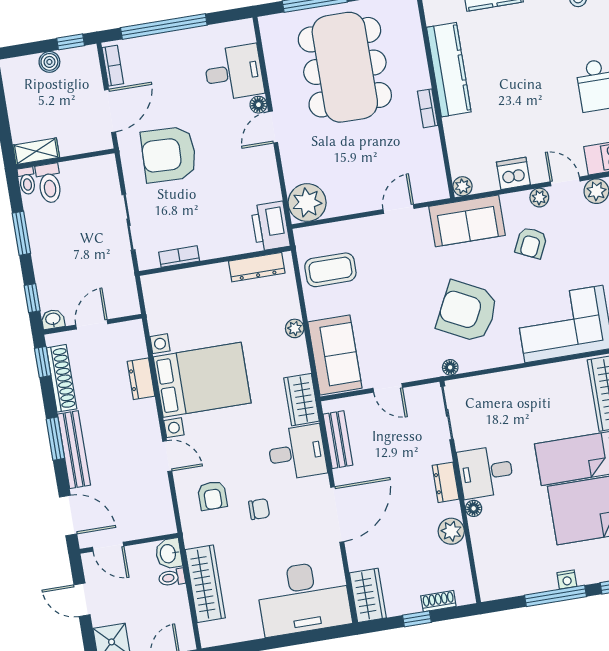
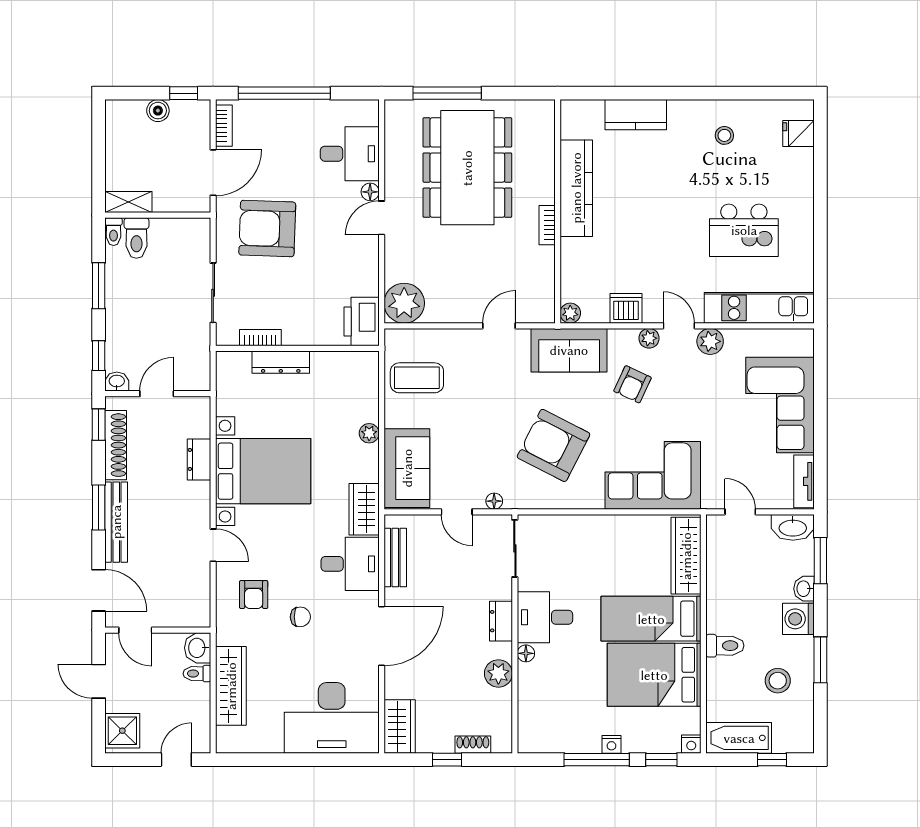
dresser: (257, 267) -> (281, 362), moved
floor lamp: (450, 367) -> (494, 501), moved

